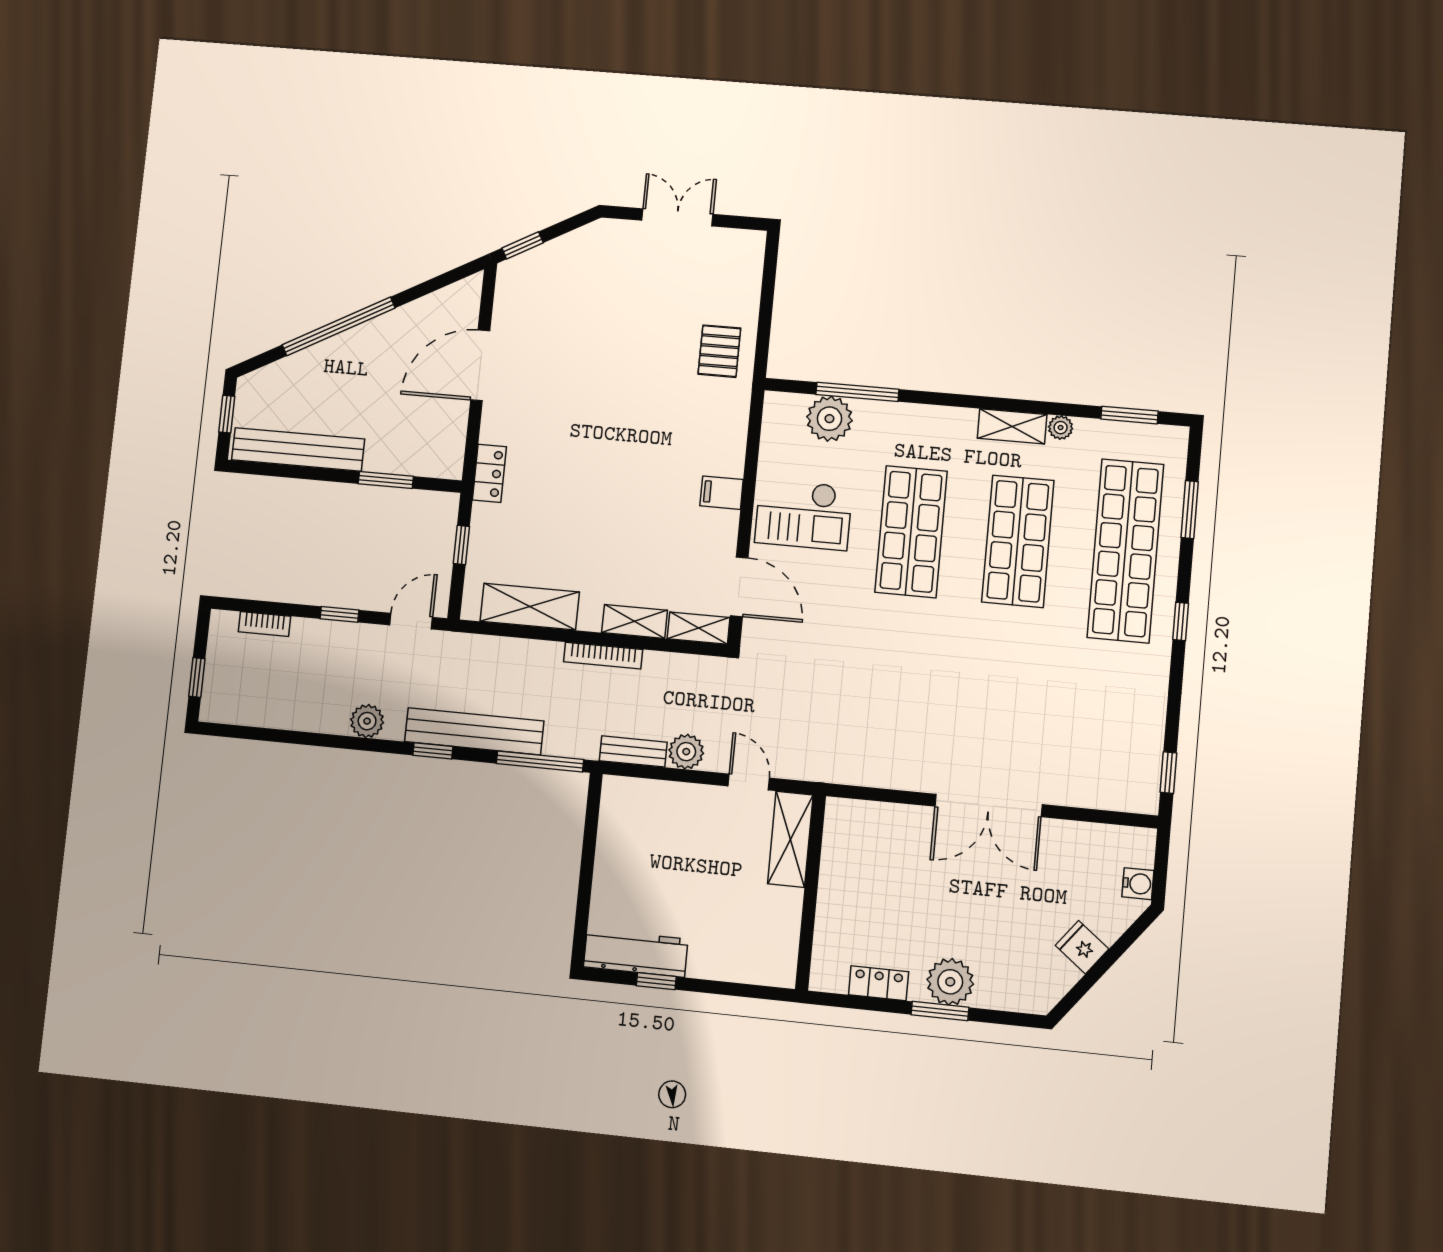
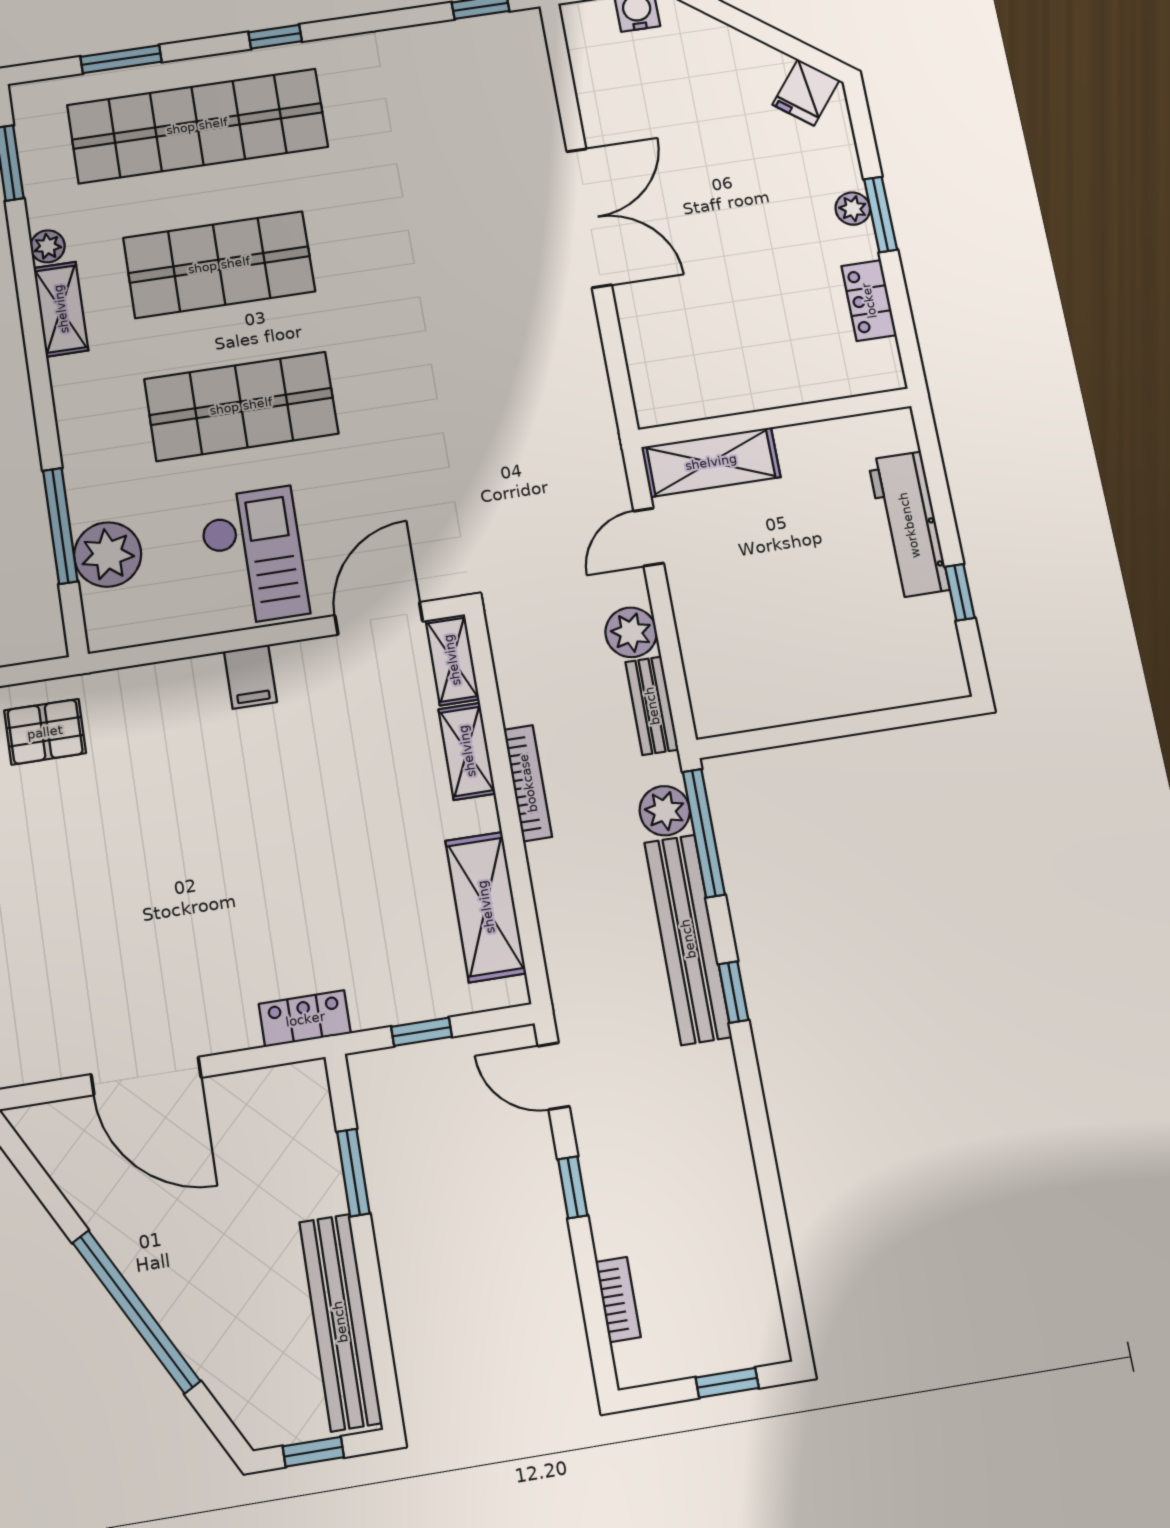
plant: (367, 721) -> (665, 811), moved
fridge: (1082, 947) -> (806, 92), moved
workbench: (636, 953) -> (909, 525), moved
plant: (950, 982) -> (853, 209), width x0.53, depth x0.53

